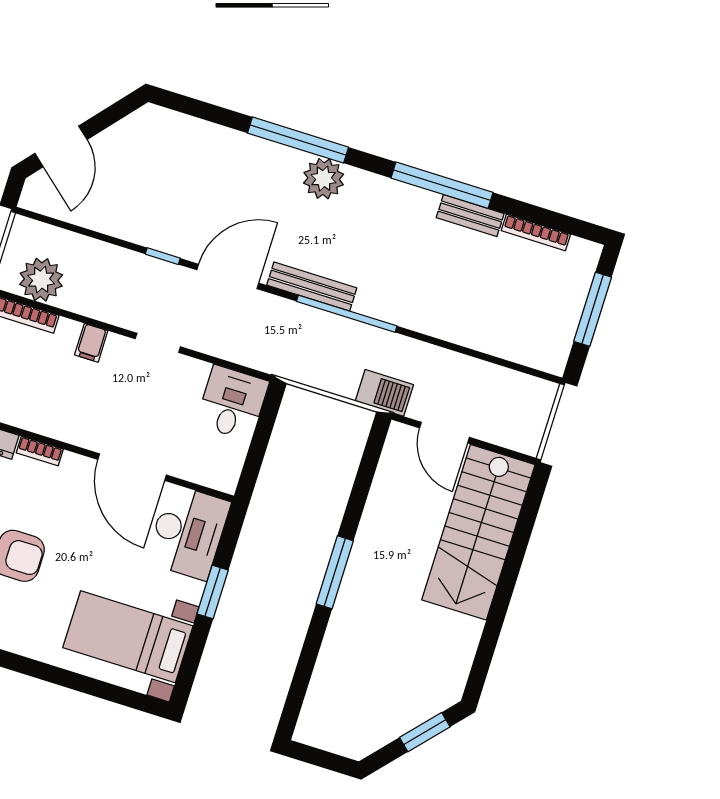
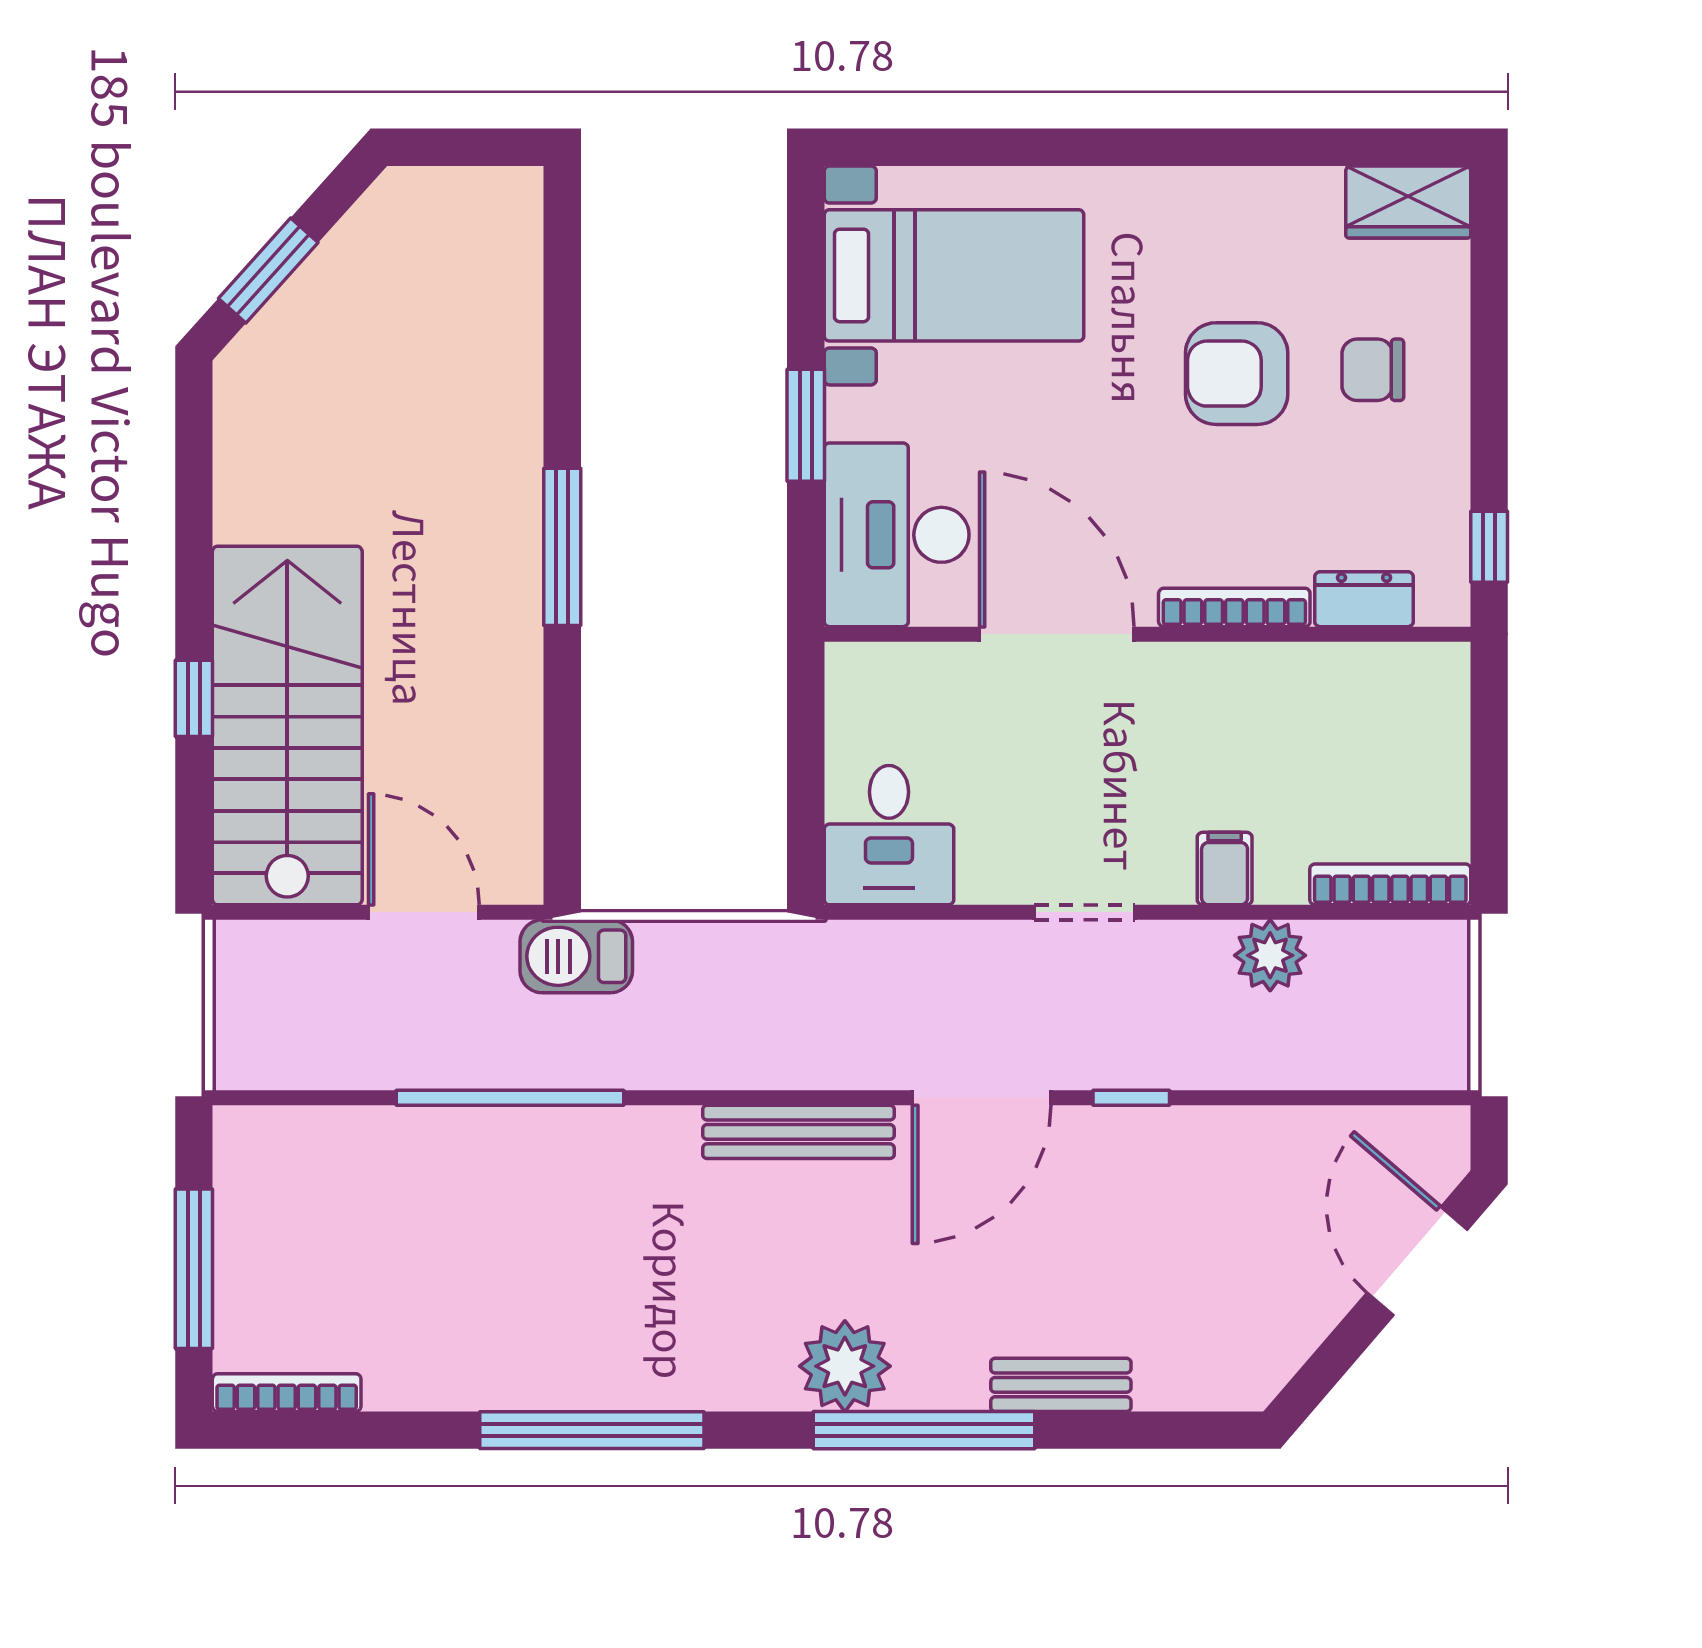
bench: (470, 216) -> (1061, 1385), moved
bookcase: (536, 233) -> (287, 1393), moved
plant: (41, 280) -> (1270, 955), moved, width x0.73, depth x0.73
window: (347, 314) -> (510, 1098), moved
bookcase: (40, 451) -> (1234, 607), width x1.56
window: (515, 557) -> (194, 698), added

